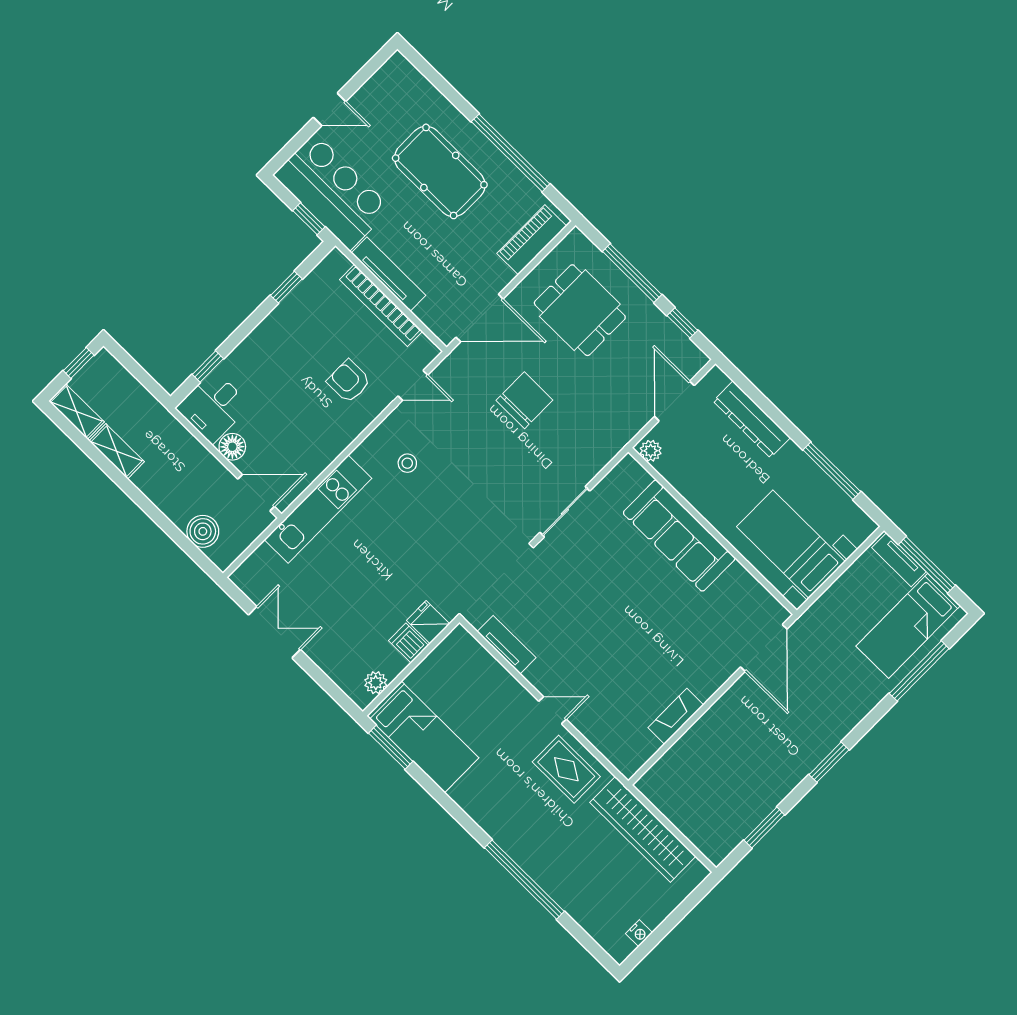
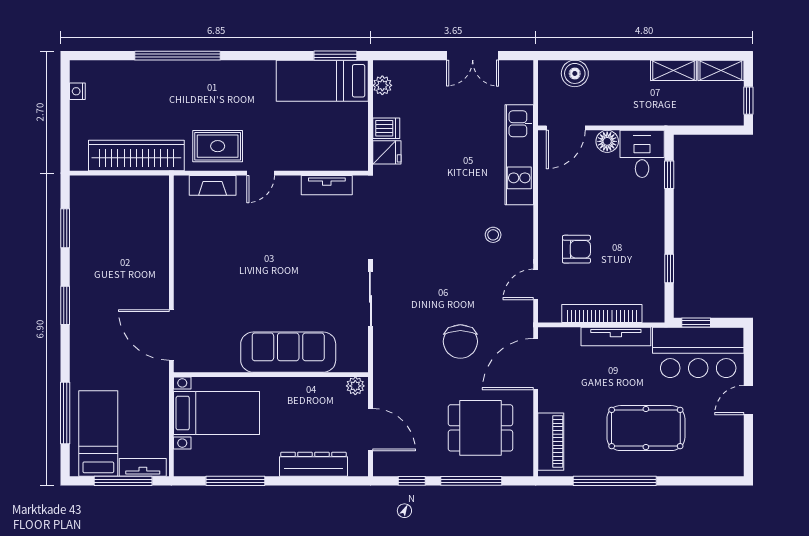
fireplace: (676, 716) -> (213, 185), moved, turned 90

